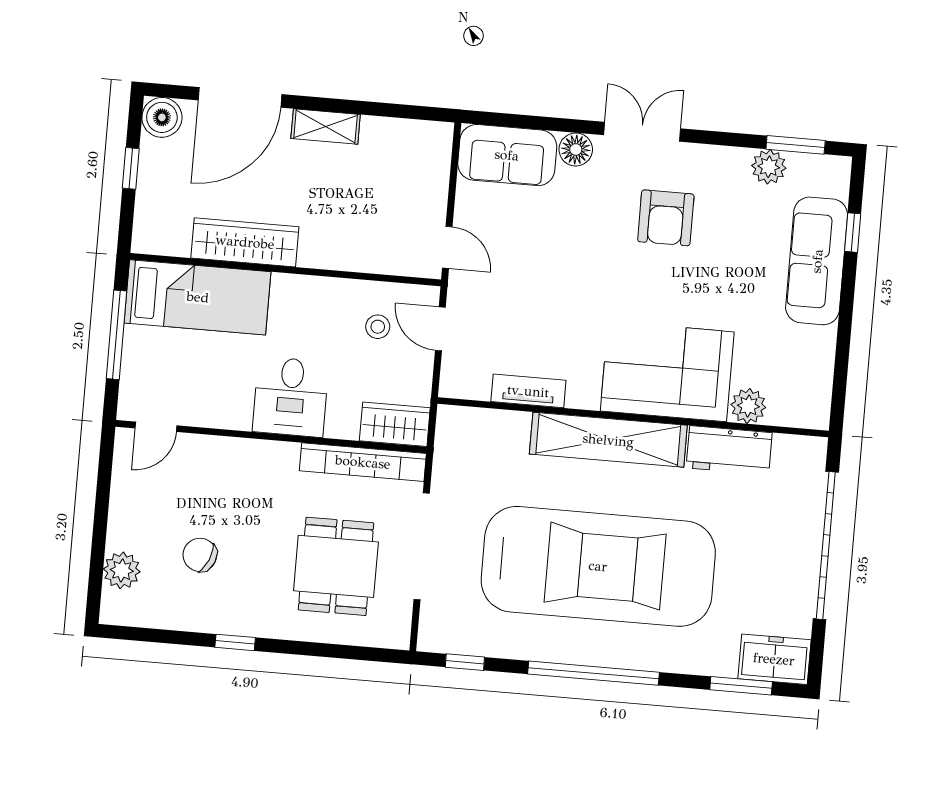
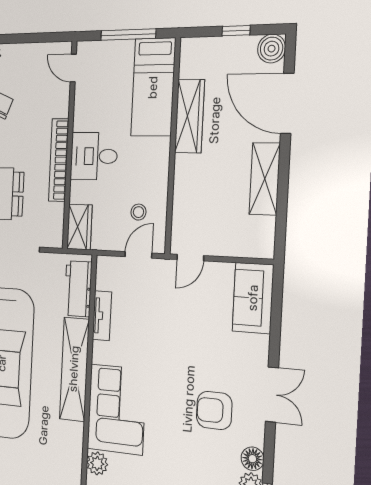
shelving: (326, 126) -> (265, 179), width x1.50, depth x1.33
floor lamp: (576, 149) -> (252, 459), moved
workbench: (729, 450) -> (78, 289), moved
bookcase: (363, 462) -> (59, 160), moved

